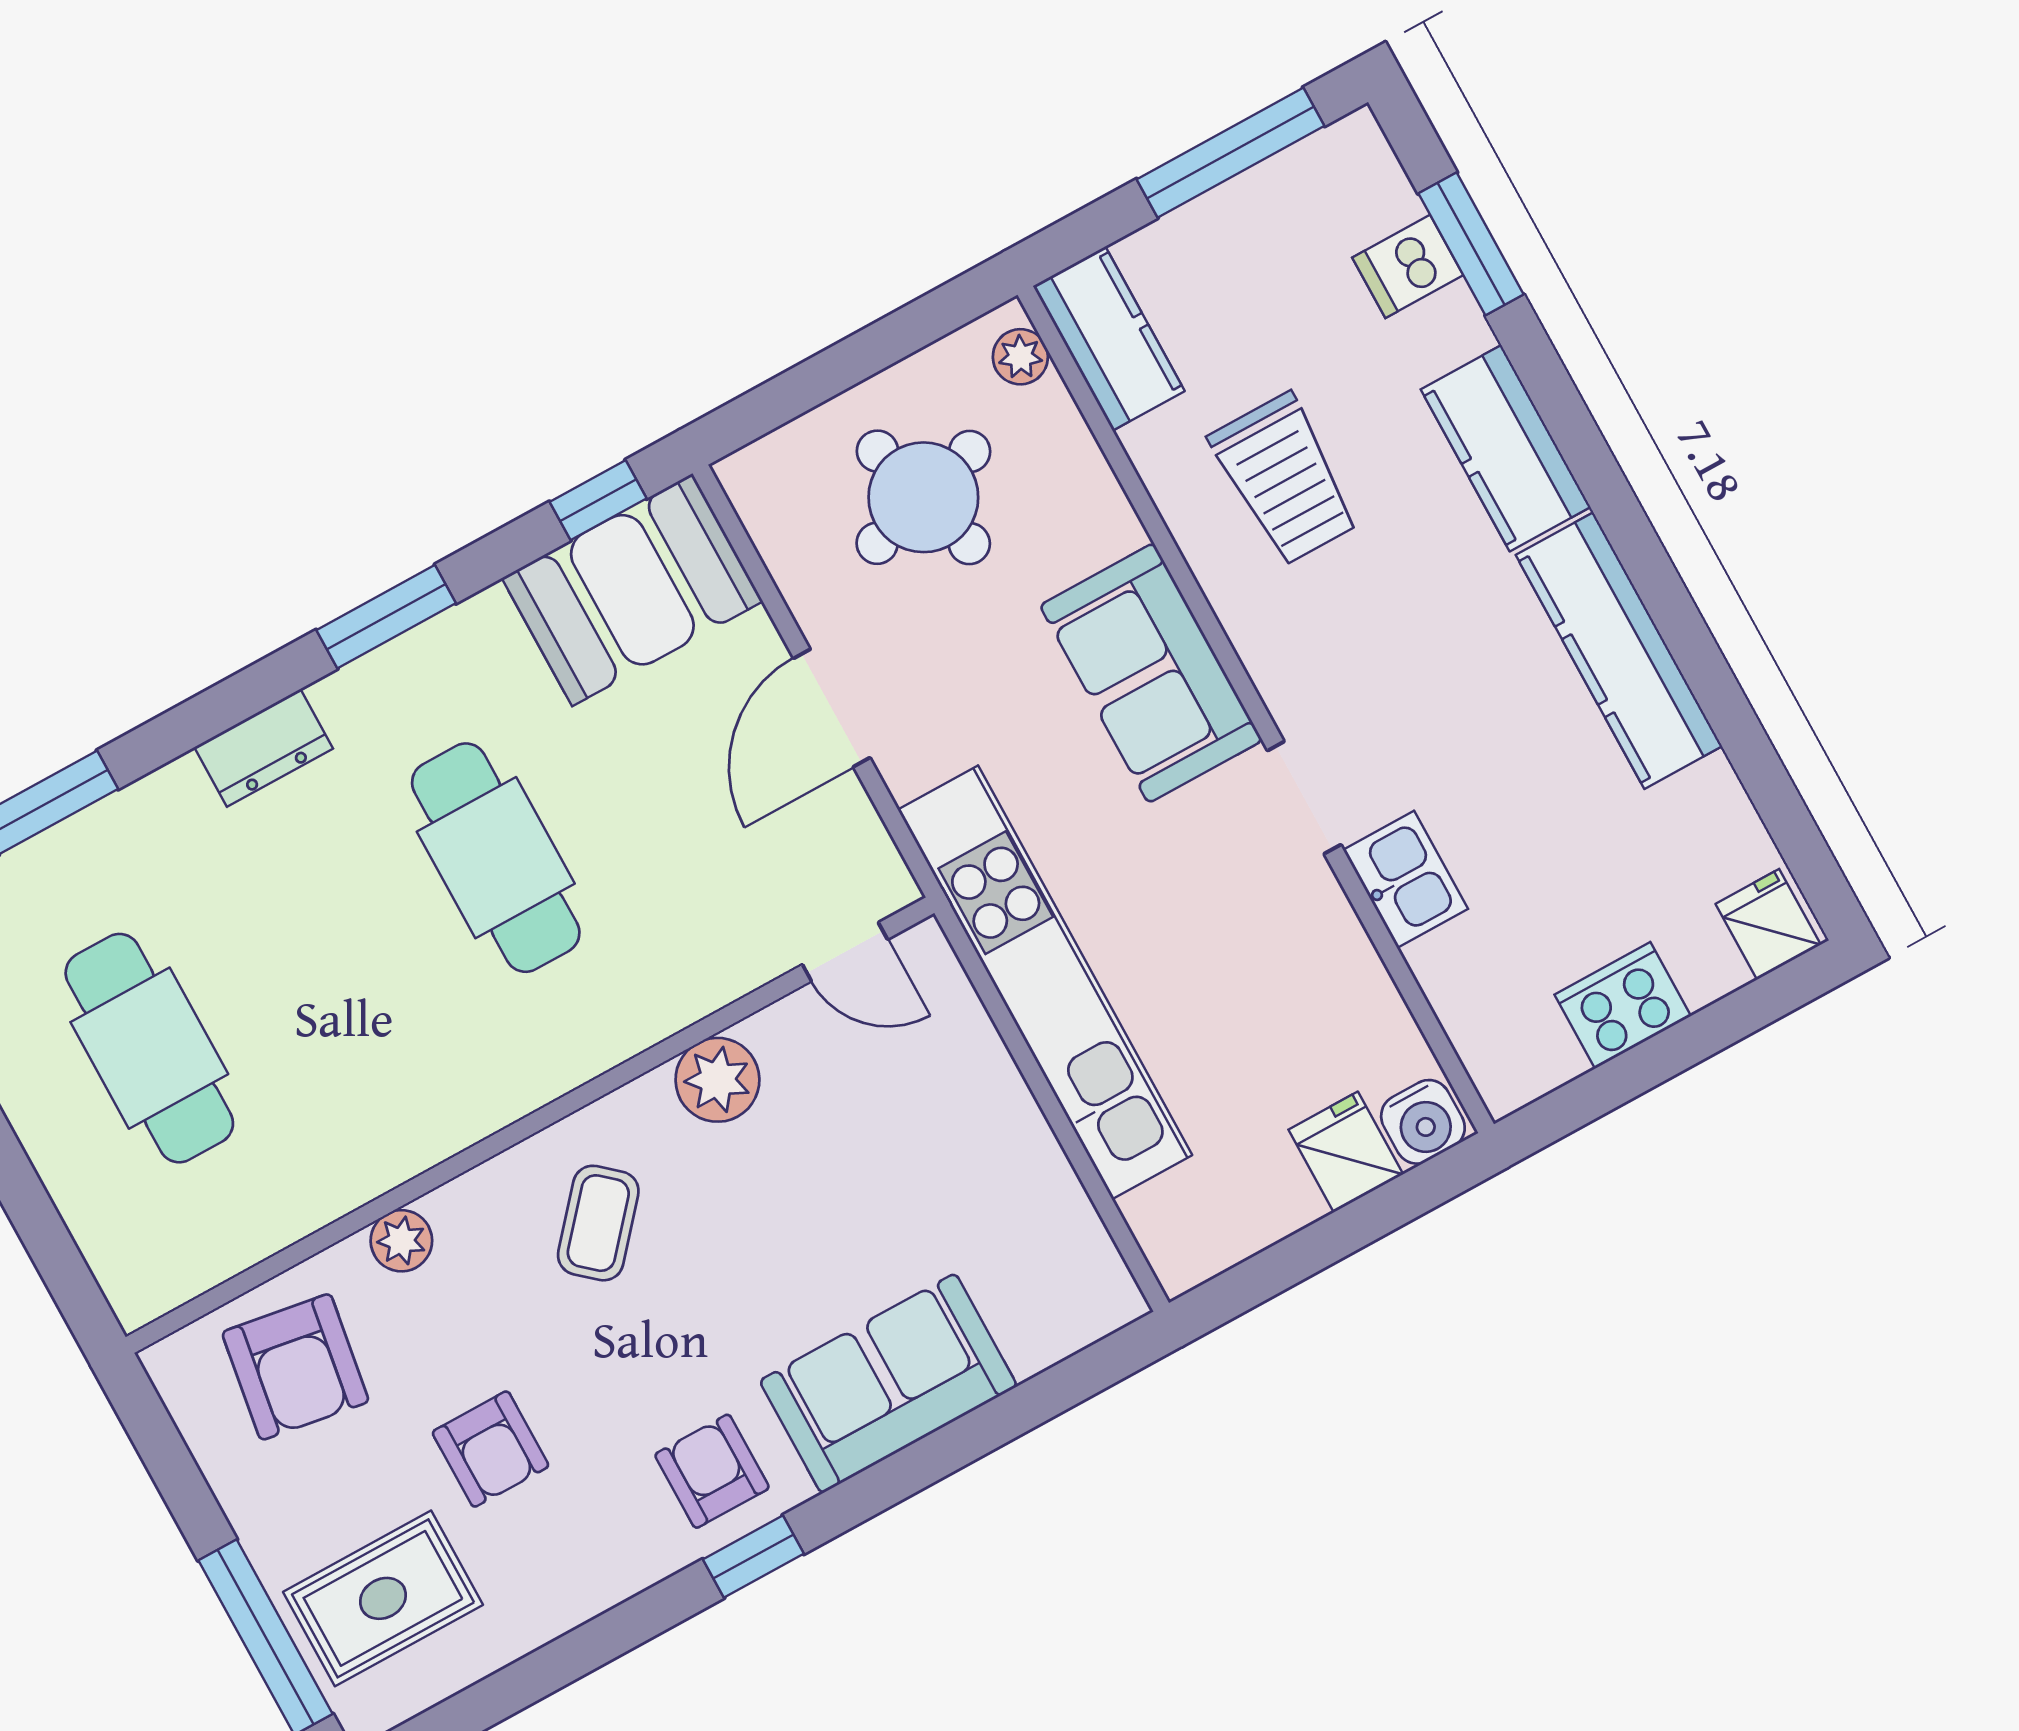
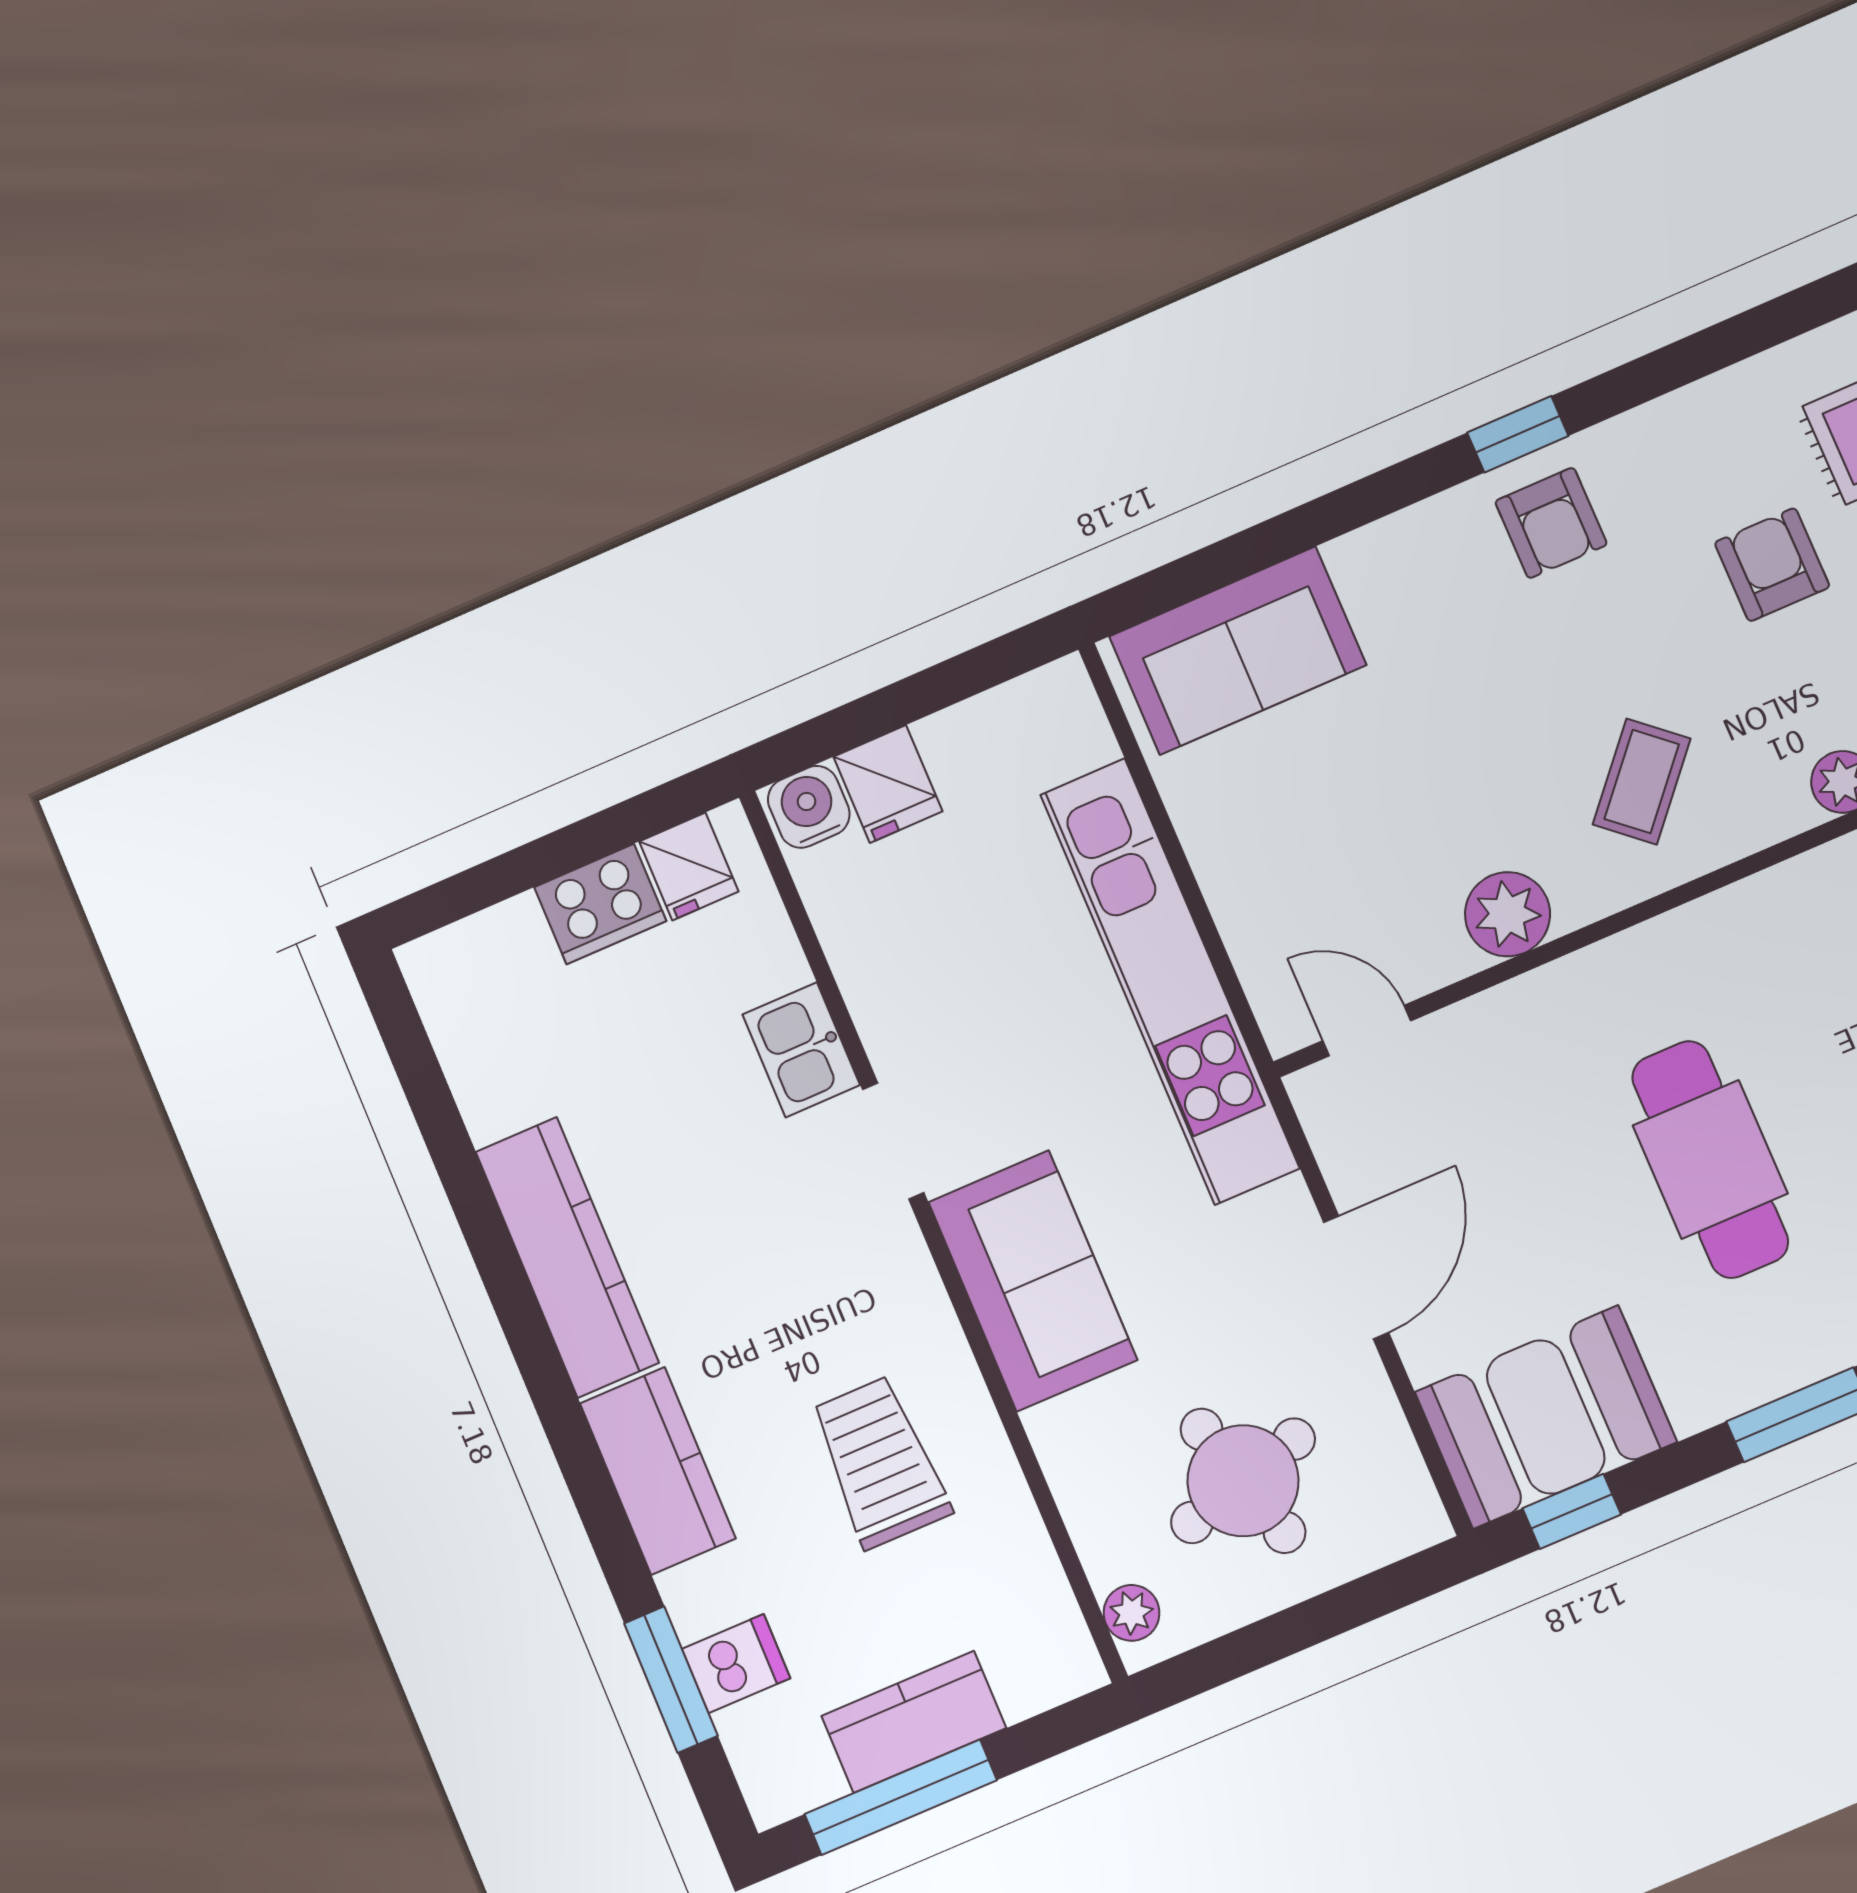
kitchen counter: (1109, 339) -> (914, 1722), moved, turned 90
fridge: (1768, 924) -> (689, 866), moved
sofa: (888, 1383) -> (1238, 651), moved

